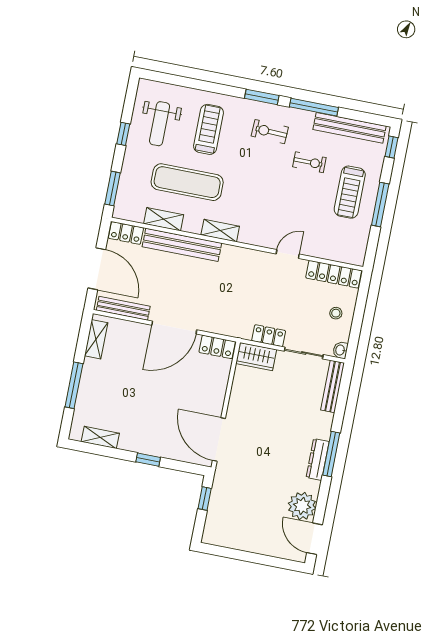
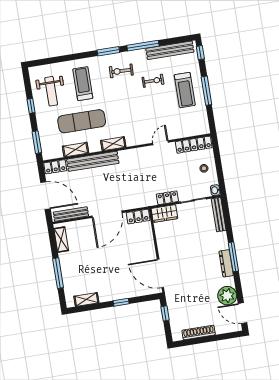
shoe rack: (242, 543) -> (199, 332), added

